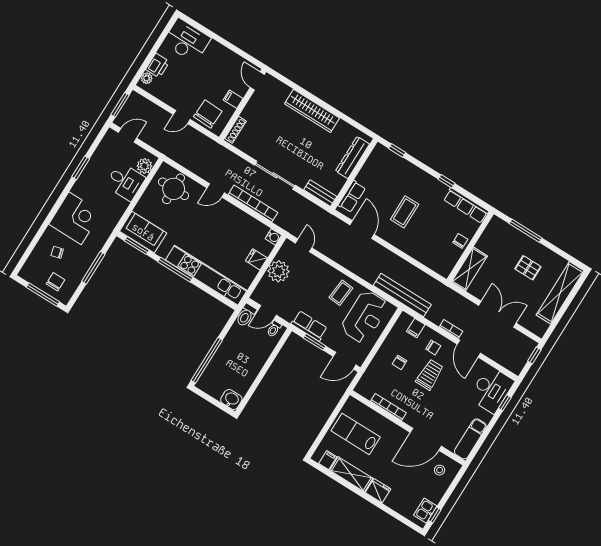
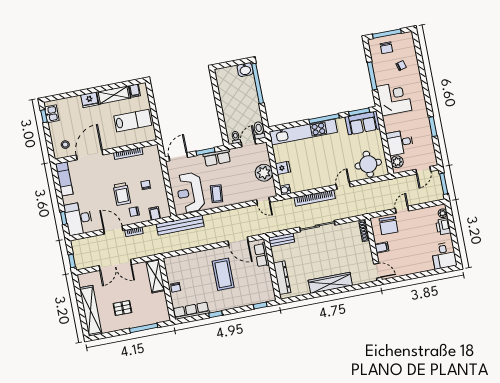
desk: (187, 40) -> (444, 256), width x0.73
coffee table: (405, 212) -> (223, 274), width x1.36, depth x1.32
corner desk: (75, 218) -> (394, 98), moved, turned 180
washbasin: (231, 400) -> (245, 70), moved

